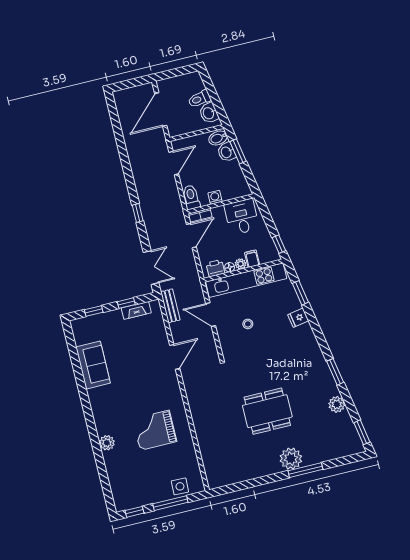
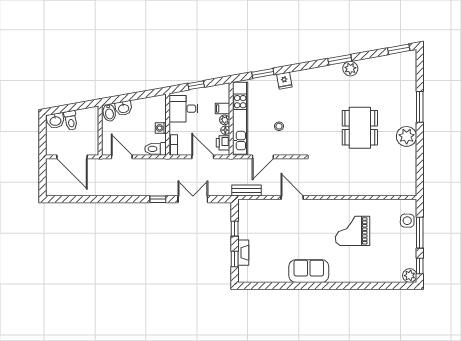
washbasin: (209, 113) -> (55, 121), moved
window: (238, 151) -> (125, 98), removed
door: (191, 236) -> (203, 157), moved
window: (279, 244) -> (196, 85), moved
double door: (151, 268) -> (193, 199), moved
fireplace: (136, 310) -> (243, 253), moved
sofa: (93, 365) -> (309, 271), moved
plant: (337, 404) -> (350, 69), moved
grand piano: (155, 430) -> (352, 231), turned 90
plant: (107, 443) -> (410, 276), moved
plant: (291, 459) -> (407, 136), moved

